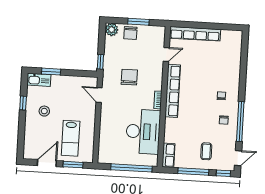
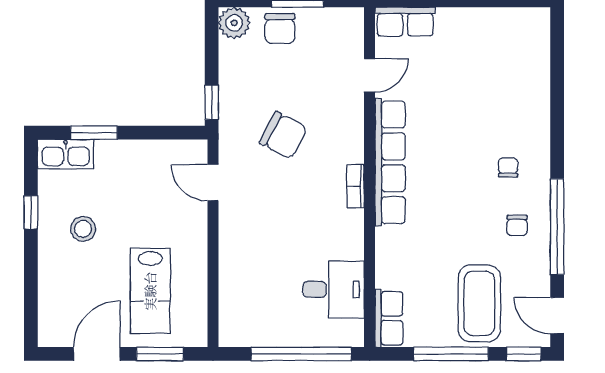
row of seats: (195, 34) -> (405, 22), width x0.50
chair: (129, 77) -> (283, 135), turned 118
desk: (143, 132) -> (334, 289), width x0.53, depth x0.77
coffee table: (206, 151) -> (479, 303), width x1.86, depth x1.72
door: (238, 158) -> (557, 315), swing flipped

